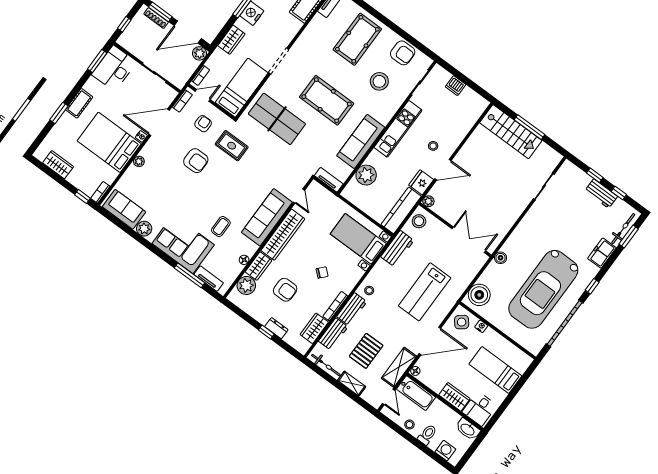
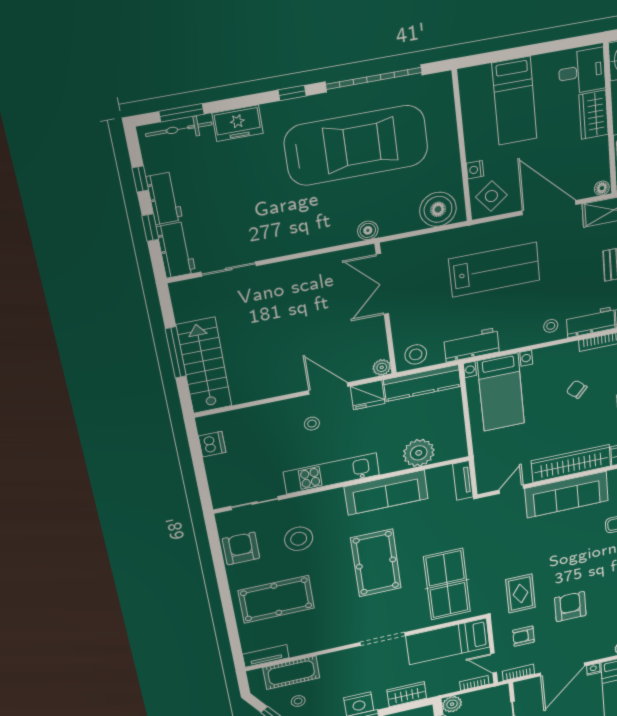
dishwasher: (456, 86) -> (212, 444), moved
door: (159, 122) -> (562, 669), hinge flipped
workbench: (575, 175) -> (176, 250), added

